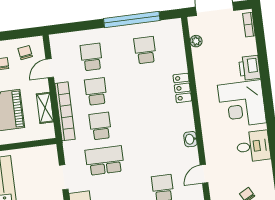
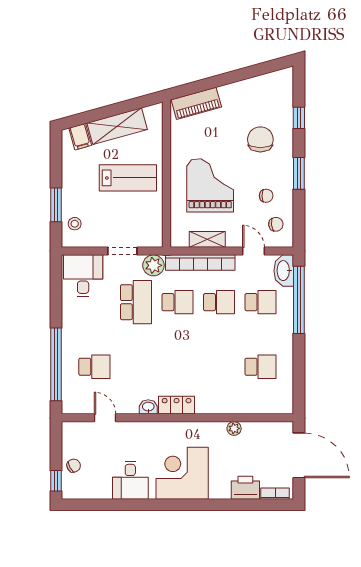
window: (132, 19) -> (299, 300), moved
washbasin: (63, 41) -> (284, 271), added
plant: (196, 41) -> (234, 428), moved
printer: (250, 68) -> (245, 488), moved
locker: (182, 88) -> (177, 405), moved
plant: (72, 150) -> (153, 265), added

